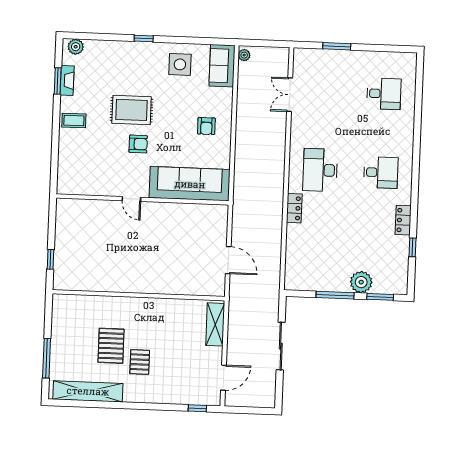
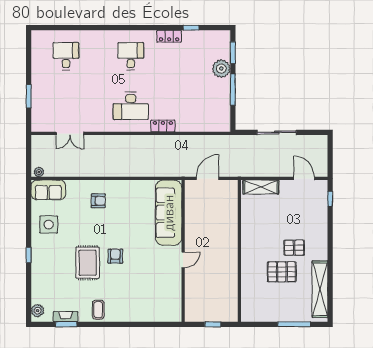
sofa: (190, 184) -> (169, 213), moved
door: (131, 199) -> (183, 260), moved
wall: (142, 199) -> (183, 251), moved

